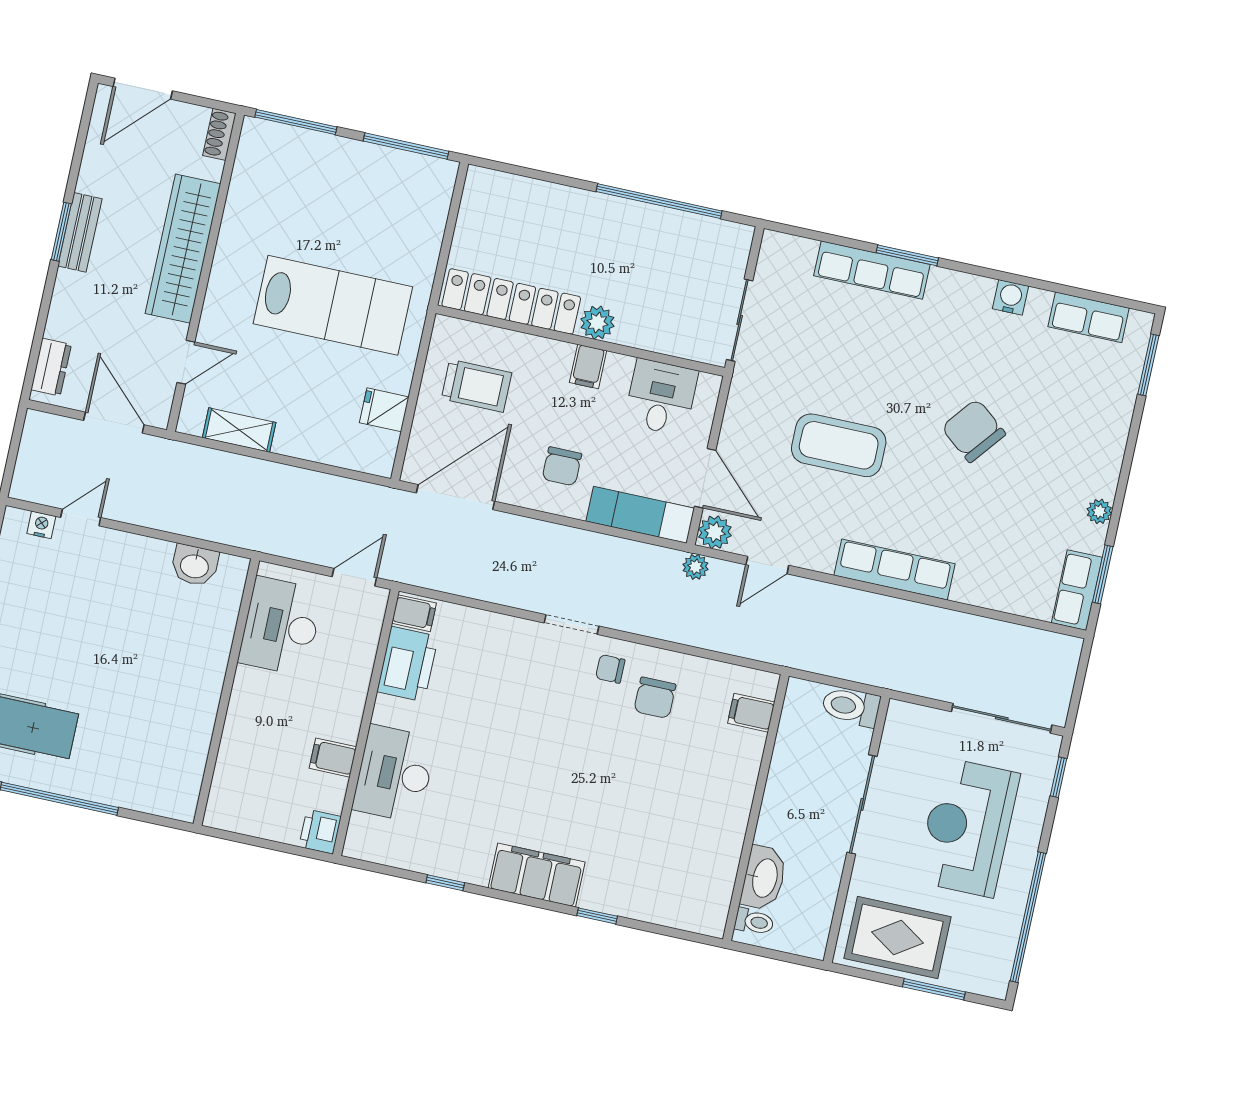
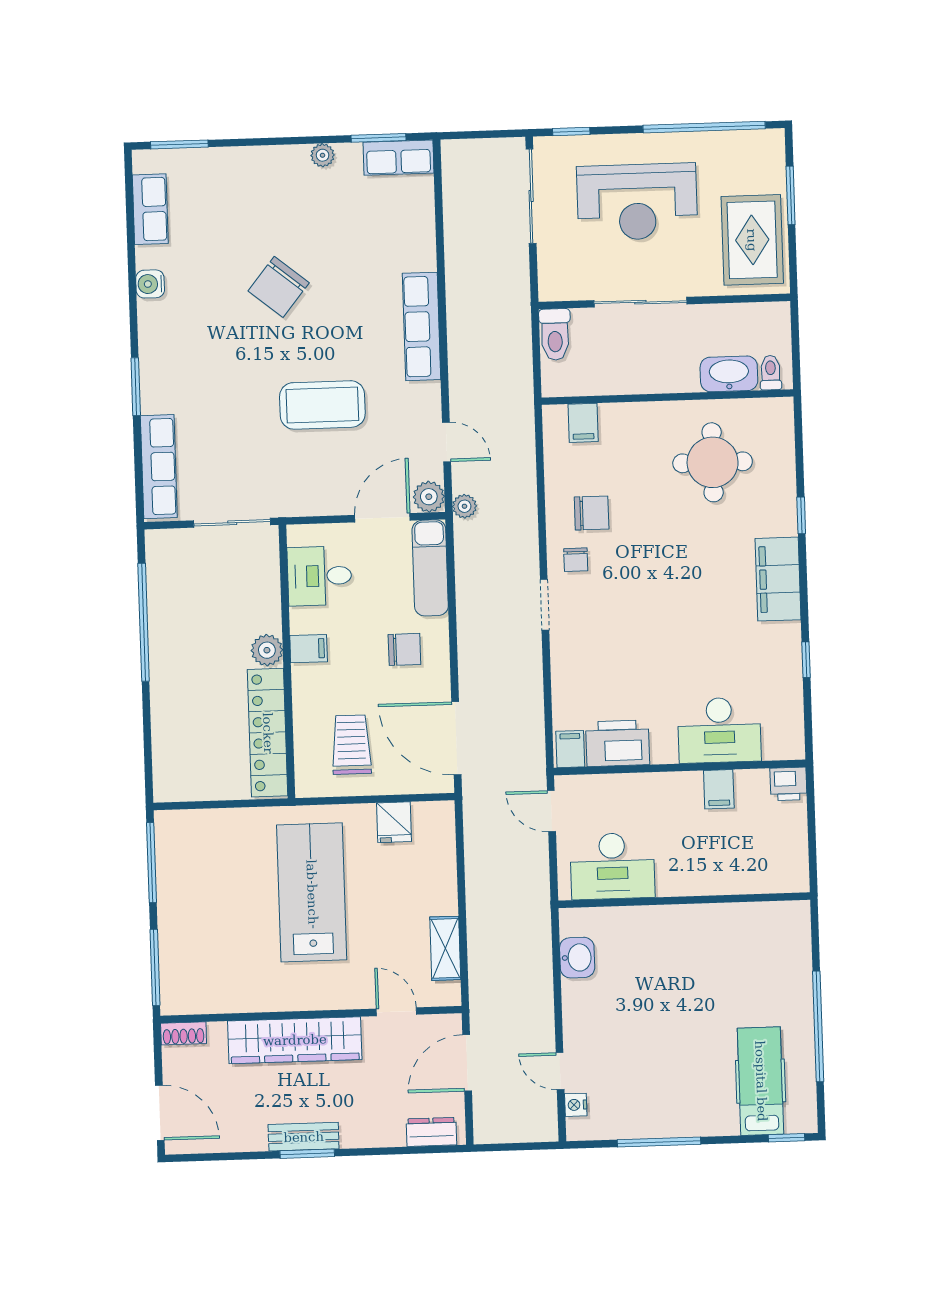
row of seats: (872, 270) -> (159, 467), moved
coffee table: (839, 445) -> (322, 405), turned 90
round table: (676, 837) -> (713, 462), added

